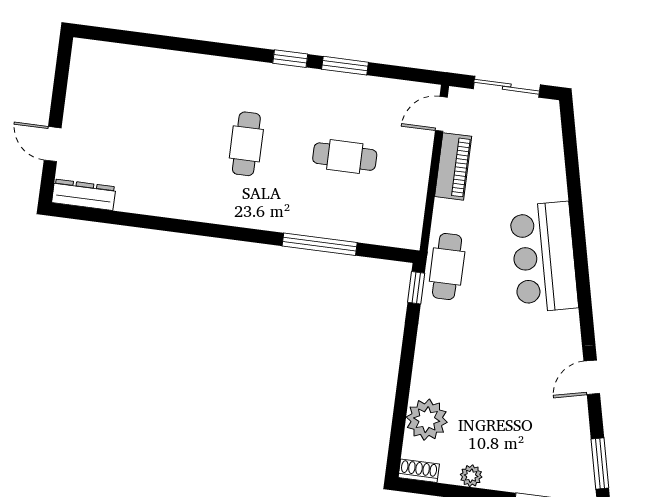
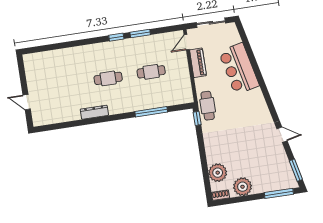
cafe table: (246, 144) -> (108, 78), turned 90
dresser: (84, 195) -> (94, 112), moved
bar counter: (544, 257) -> (239, 69), moved
door: (592, 377) -> (282, 135), swing flipped
plant: (471, 476) -> (243, 187), width x1.87, depth x1.87

